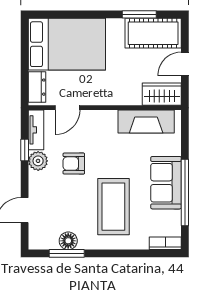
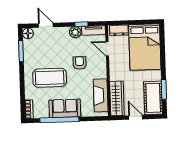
wardrobe: (162, 94) -> (117, 98), width x1.50
armchair: (74, 164) -> (80, 63), moved
floor lamp: (68, 241) -> (28, 33), moved

